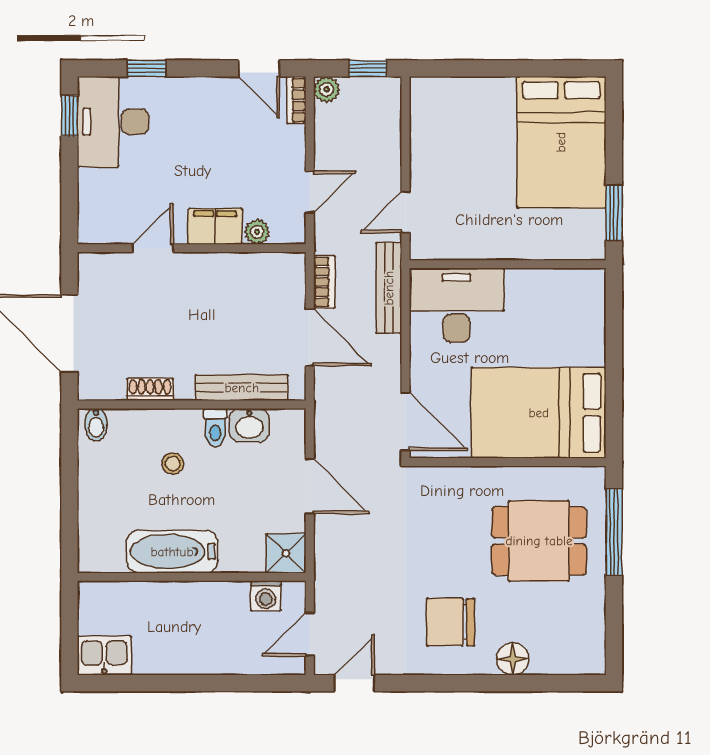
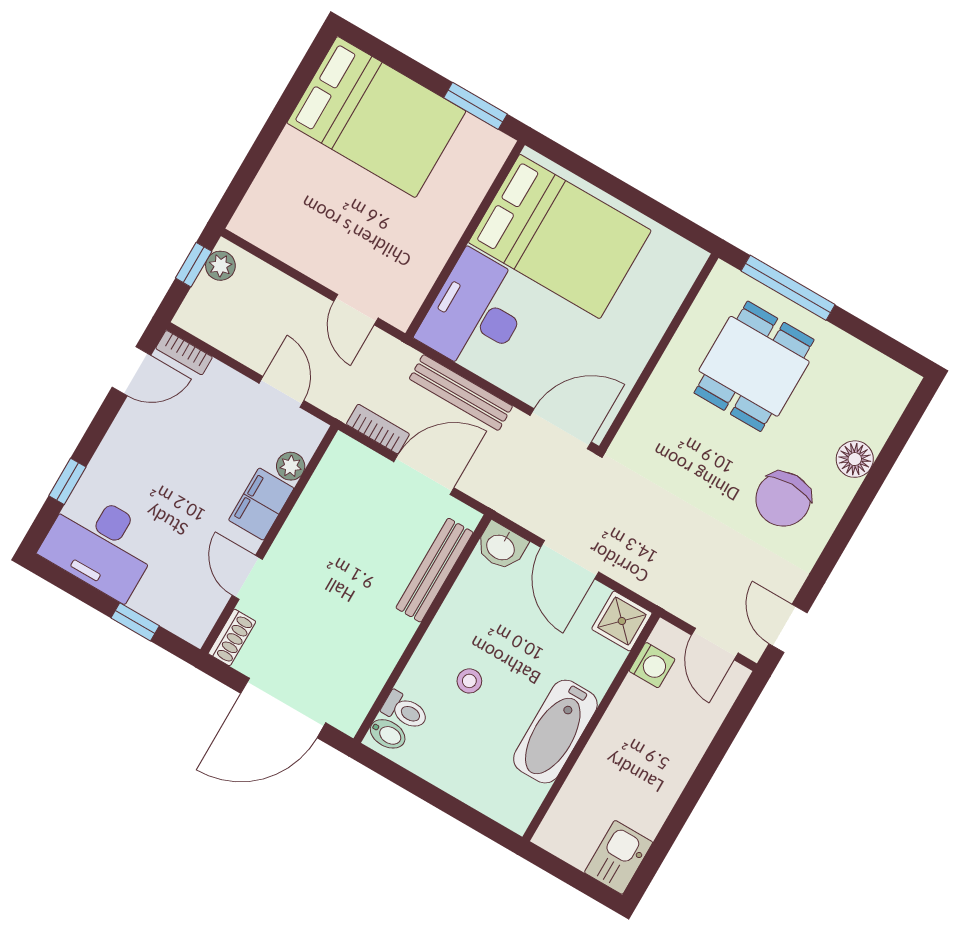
plant: (327, 89) -> (220, 266), moved
window: (69, 116) -> (135, 622), moved
bench: (389, 288) -> (461, 393), moved
shoe rack: (150, 389) -> (232, 637), moved, turned 180
bed: (539, 413) -> (560, 236), moved, turned -90
washbasin: (249, 425) -> (501, 547), moved, turned 90
toilet: (215, 428) -> (405, 711), moved
door: (310, 486) -> (570, 560), swing flipped

